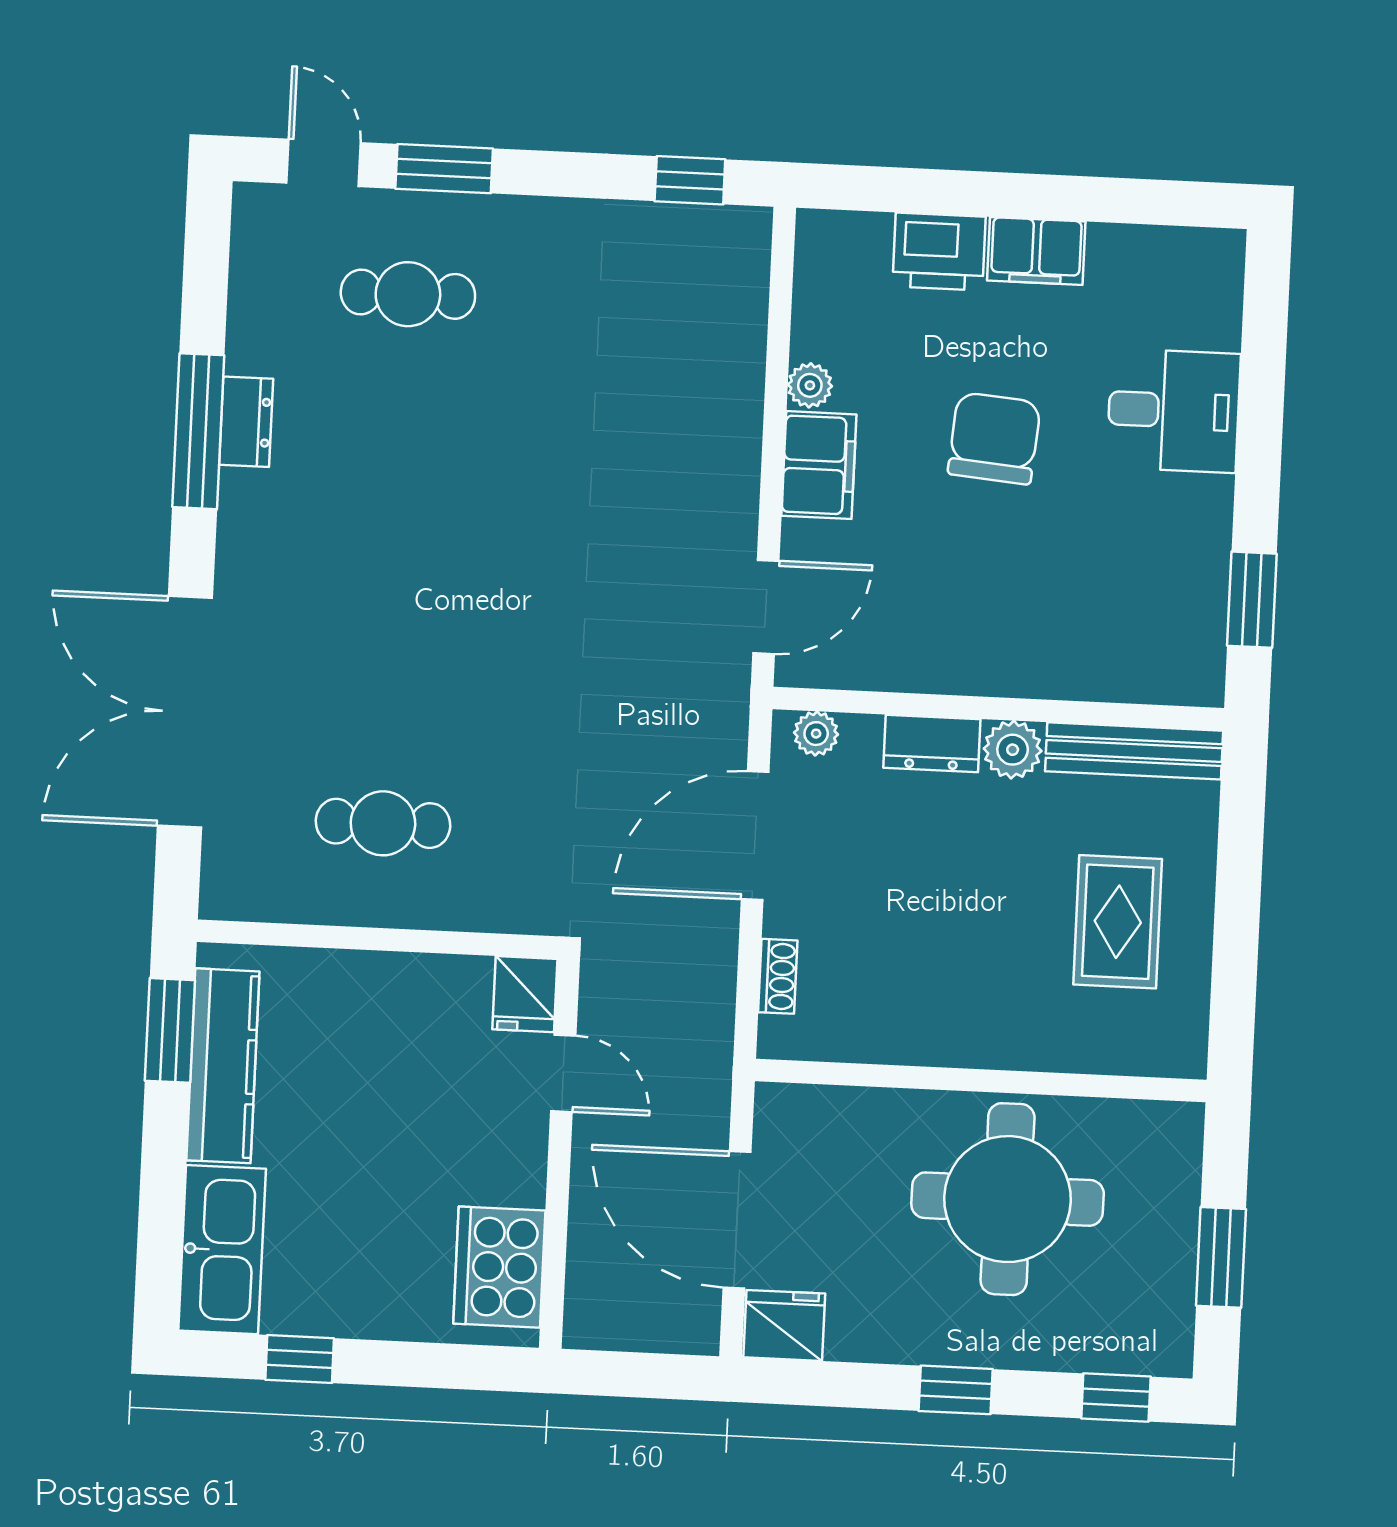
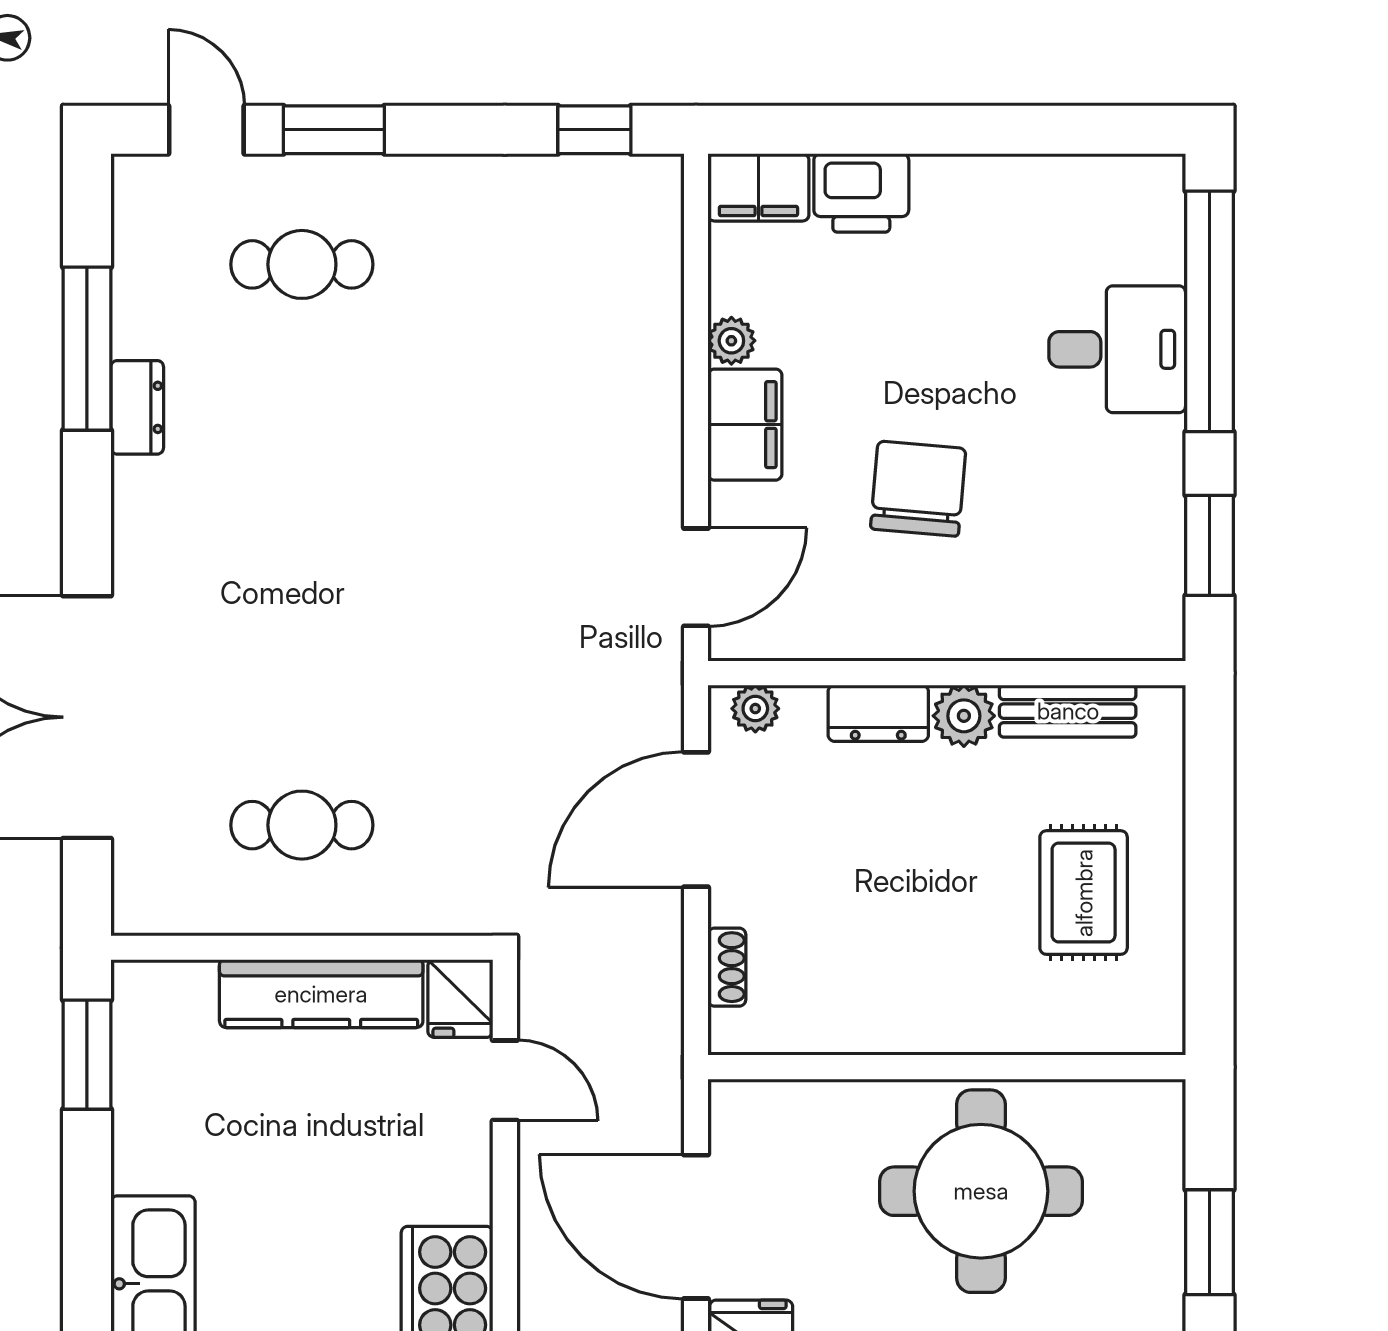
filing cabinet: (1036, 251) -> (758, 187), moved
window: (1262, 379) -> (1209, 311), added
window: (198, 431) -> (87, 349), moved
chair: (994, 438) -> (918, 489), moved
bench: (1134, 751) -> (1068, 711), width x0.73
kitchen counter: (223, 1066) -> (321, 994), moved, turned 90

